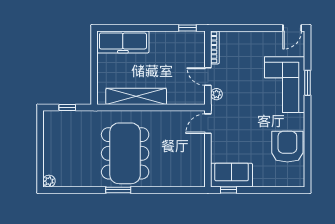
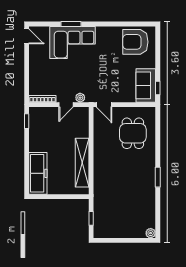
armchair: (287, 147) -> (135, 42), moved
dining table: (125, 153) -> (133, 133), moved, width x0.53, depth x0.80

